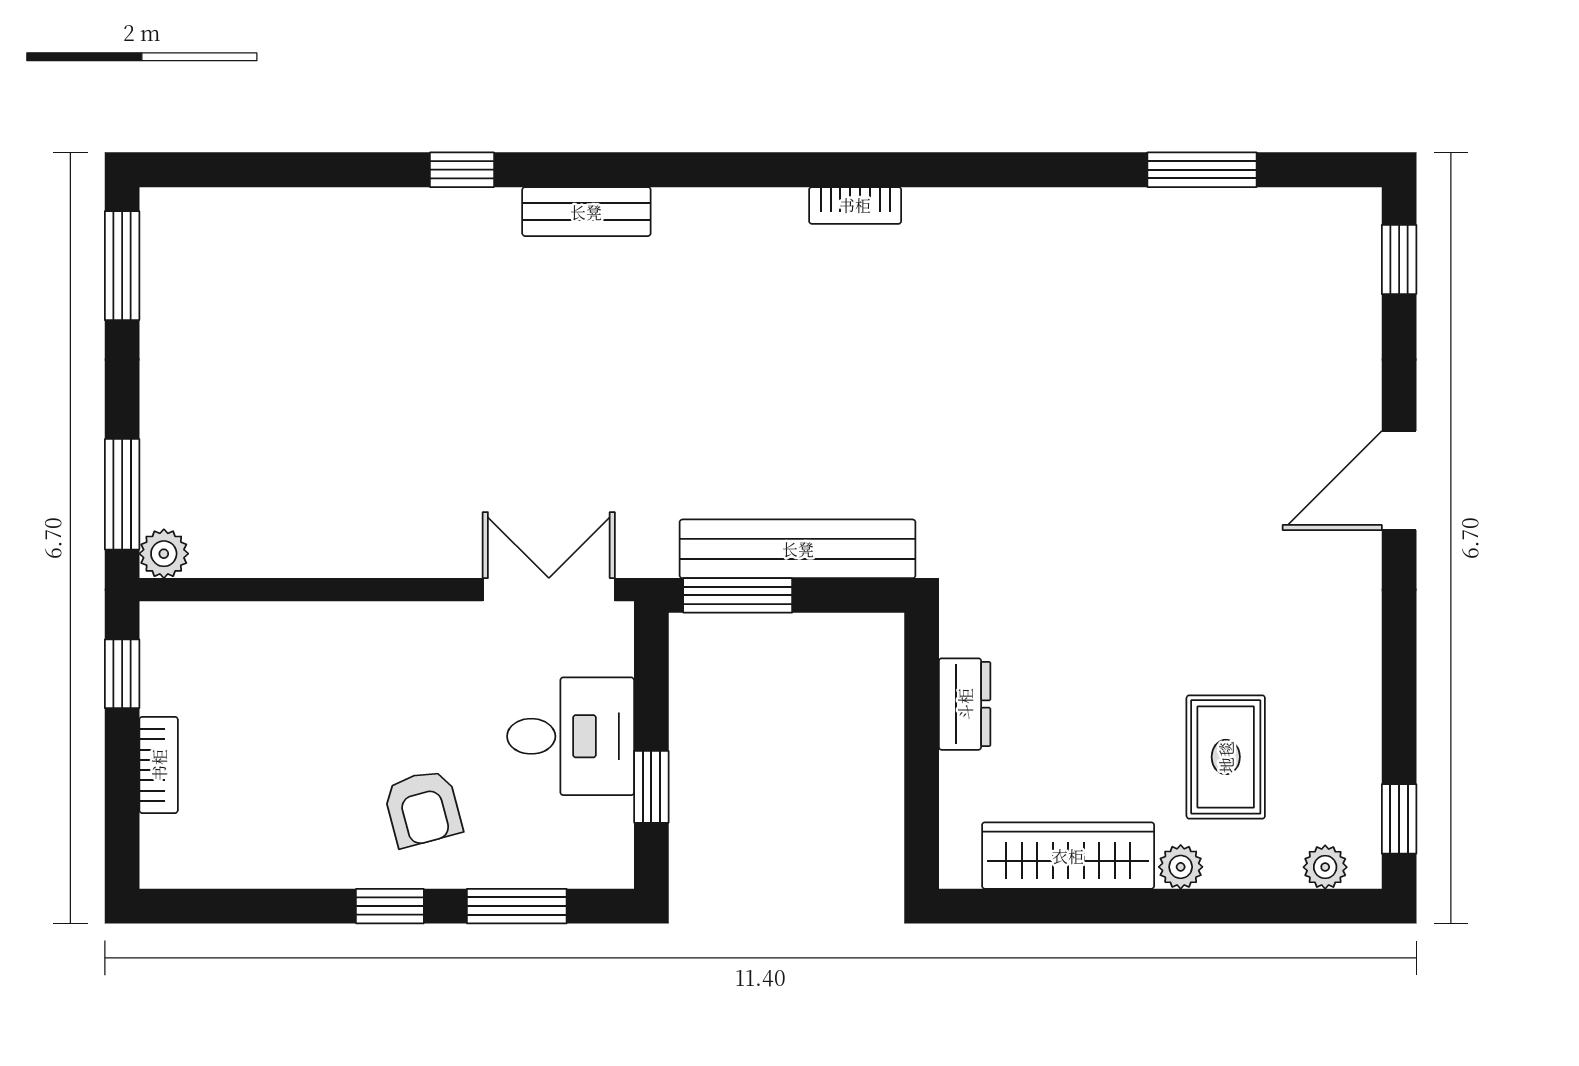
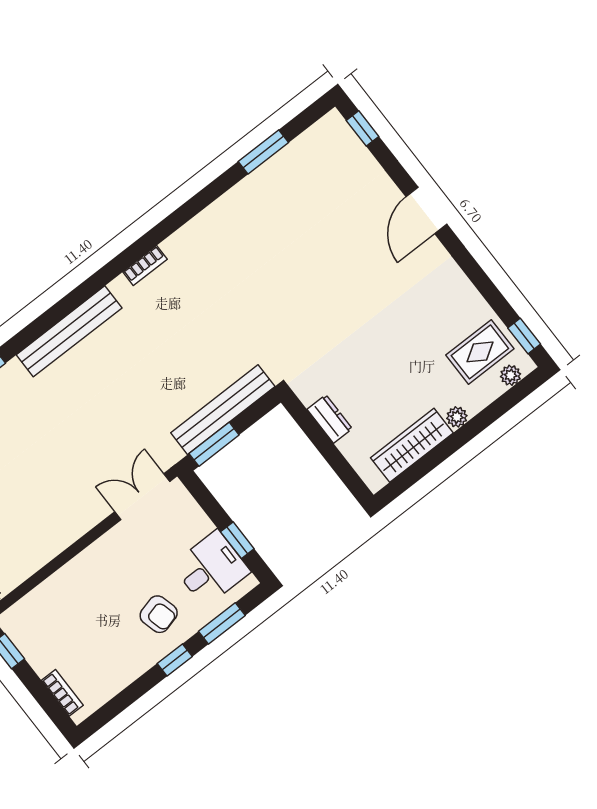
bench: (586, 212) -> (69, 331), width x1.86, depth x1.21
desk: (571, 736) -> (211, 568), moved
rug: (1226, 757) -> (480, 352), moved, turned 90
bookcase: (159, 765) -> (62, 693), moved

